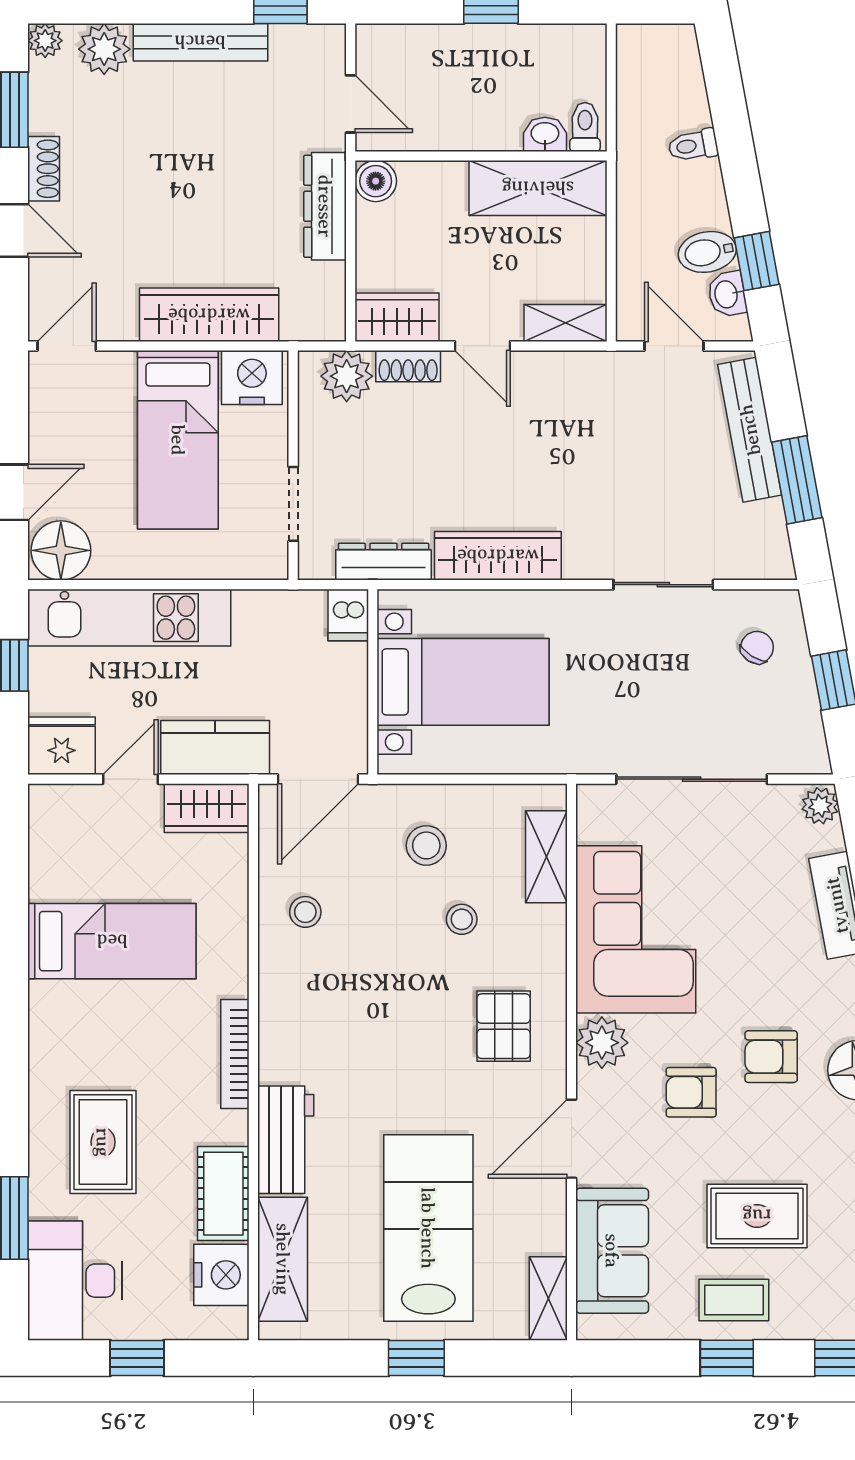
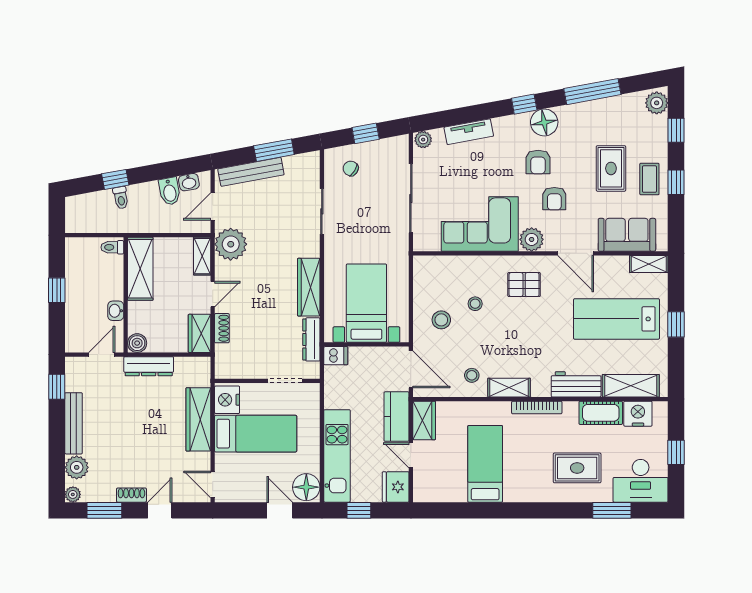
washbasin: (545, 134) -> (116, 311), moved
window: (757, 261) -> (115, 179), moved
plant: (347, 376) -> (231, 244), moved, width x1.36, depth x1.36
shelving: (546, 857) -> (509, 388), moved

